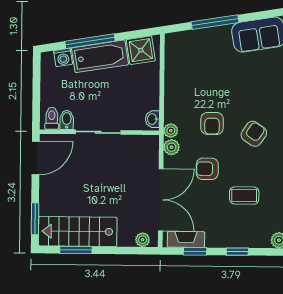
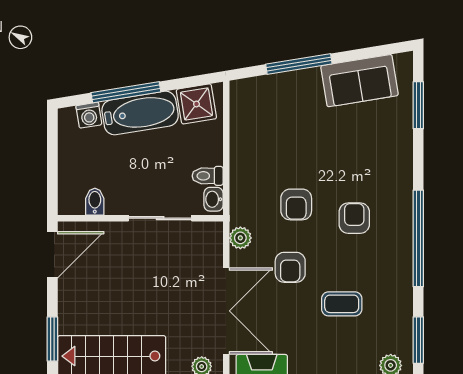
toilet: (52, 118) -> (208, 176), moved, turned -90
plant: (171, 131) -> (239, 215), removed
sliding door: (98, 132) -> (160, 218), moved
armchair: (254, 134) -> (354, 218), turned -34
armchair: (207, 169) -> (290, 267), turned -90

